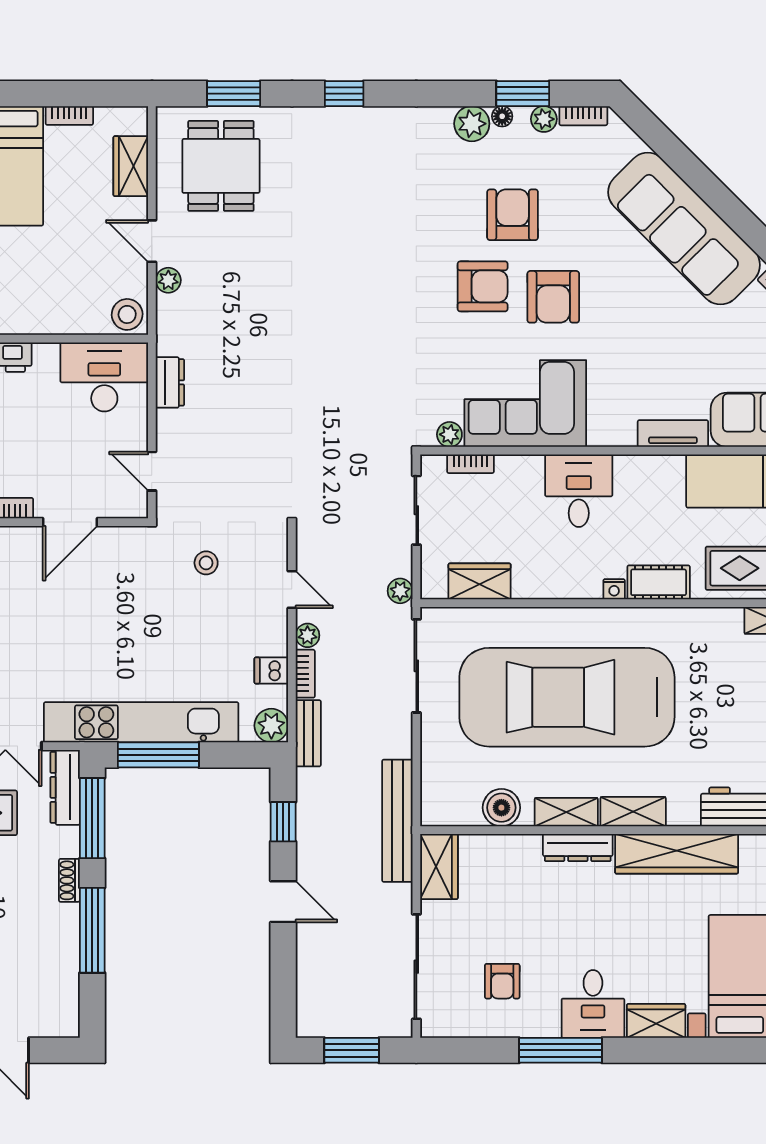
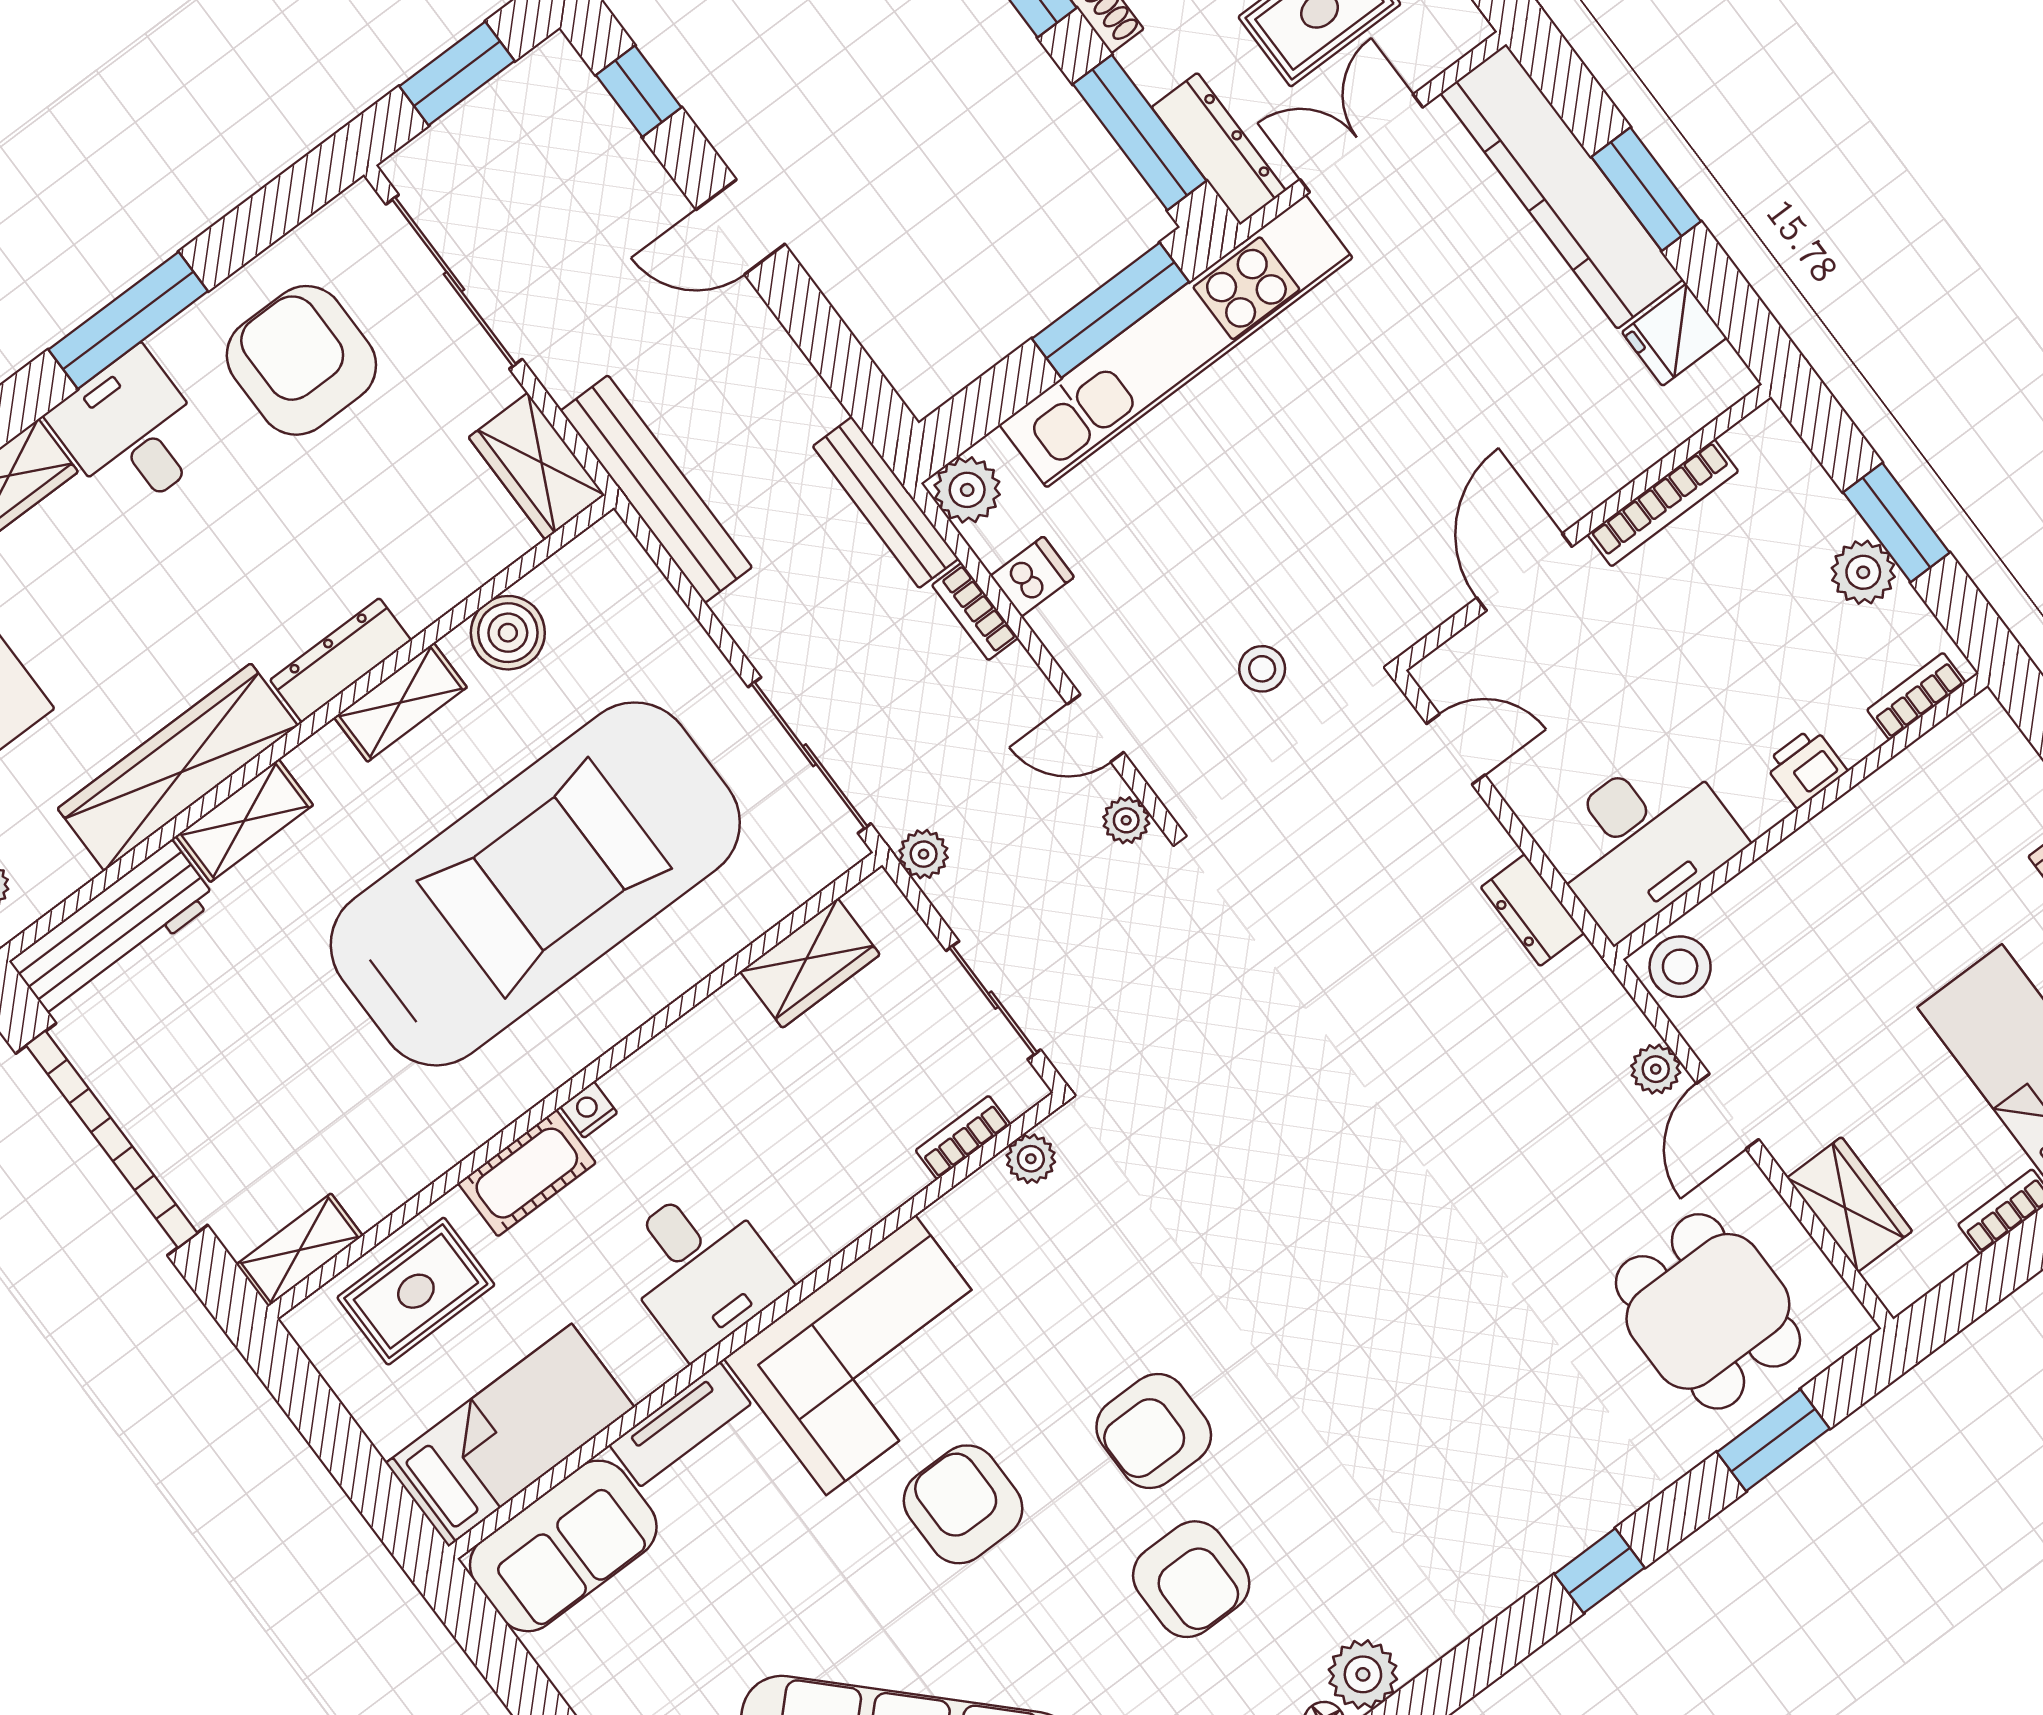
door: (152, 241) -> (1728, 1111), swing flipped
armchair: (553, 297) -> (963, 1504), moved
corner sofa: (525, 403) -> (871, 1355), moved
desk: (579, 491) -> (700, 1268), moved
plant: (307, 635) -> (1126, 820), moved
bench: (308, 733) -> (886, 502), width x1.36
shelving: (633, 812) -> (244, 821), moved
window: (283, 822) -> (639, 91), moved
armchair: (502, 981) -> (301, 360), width x1.88, depth x1.88

